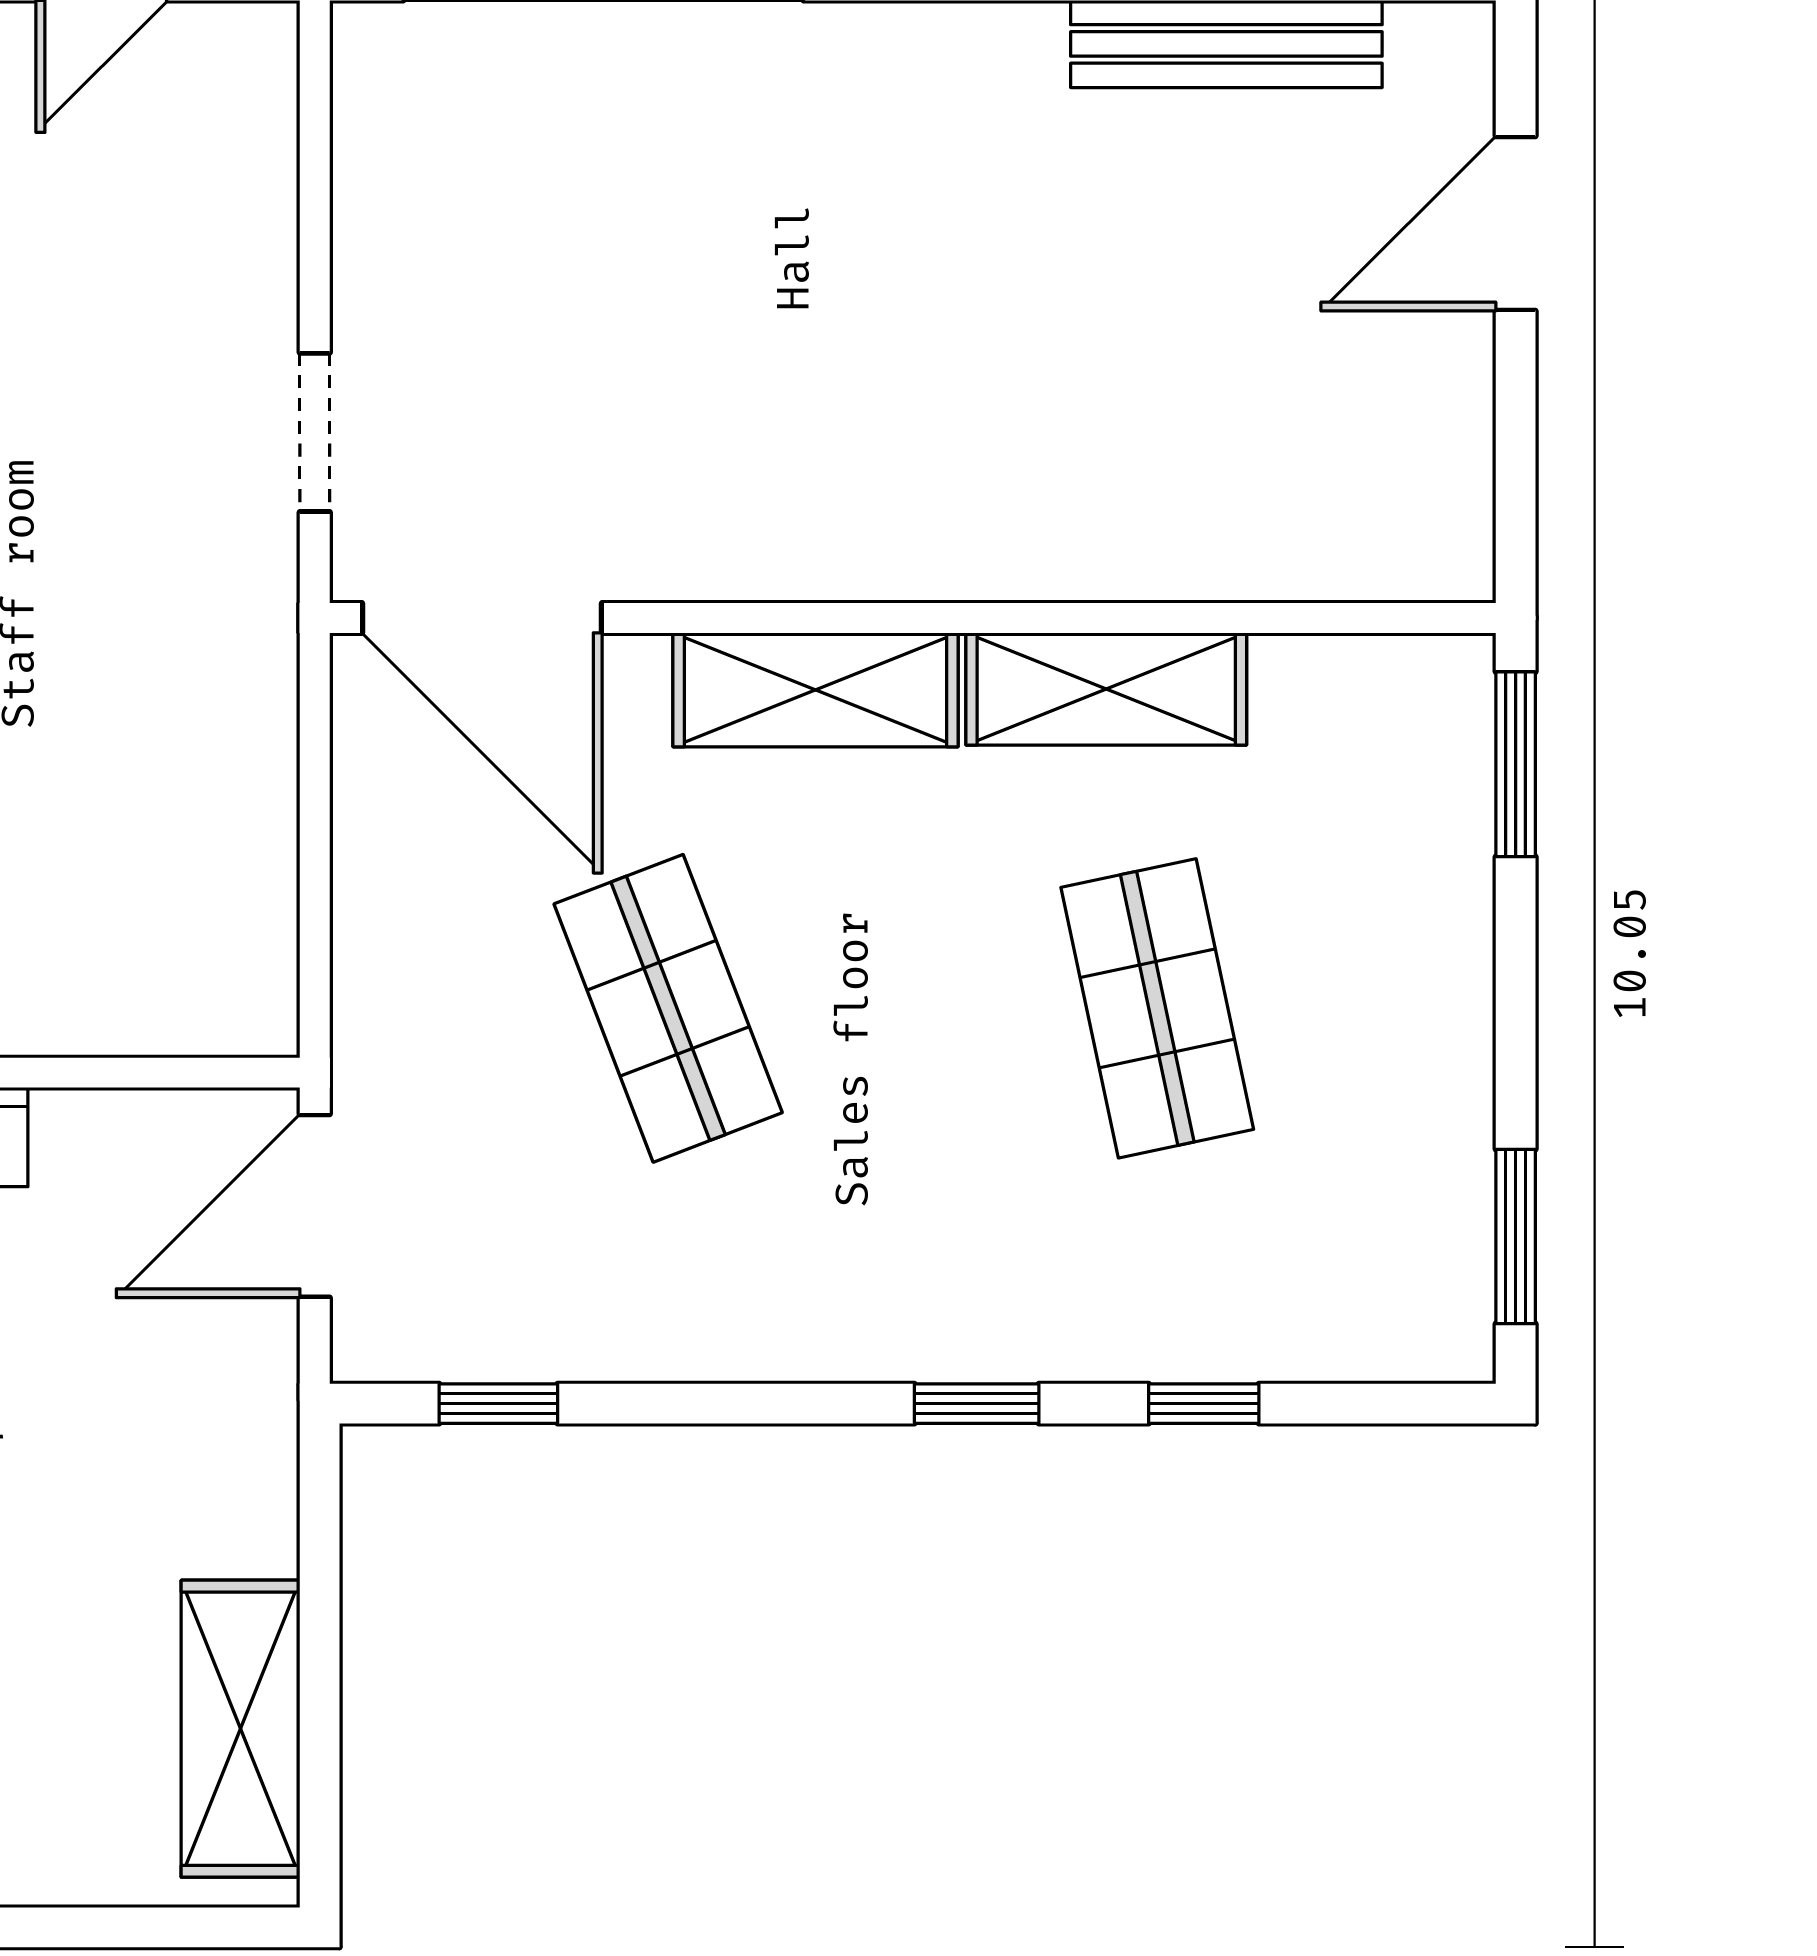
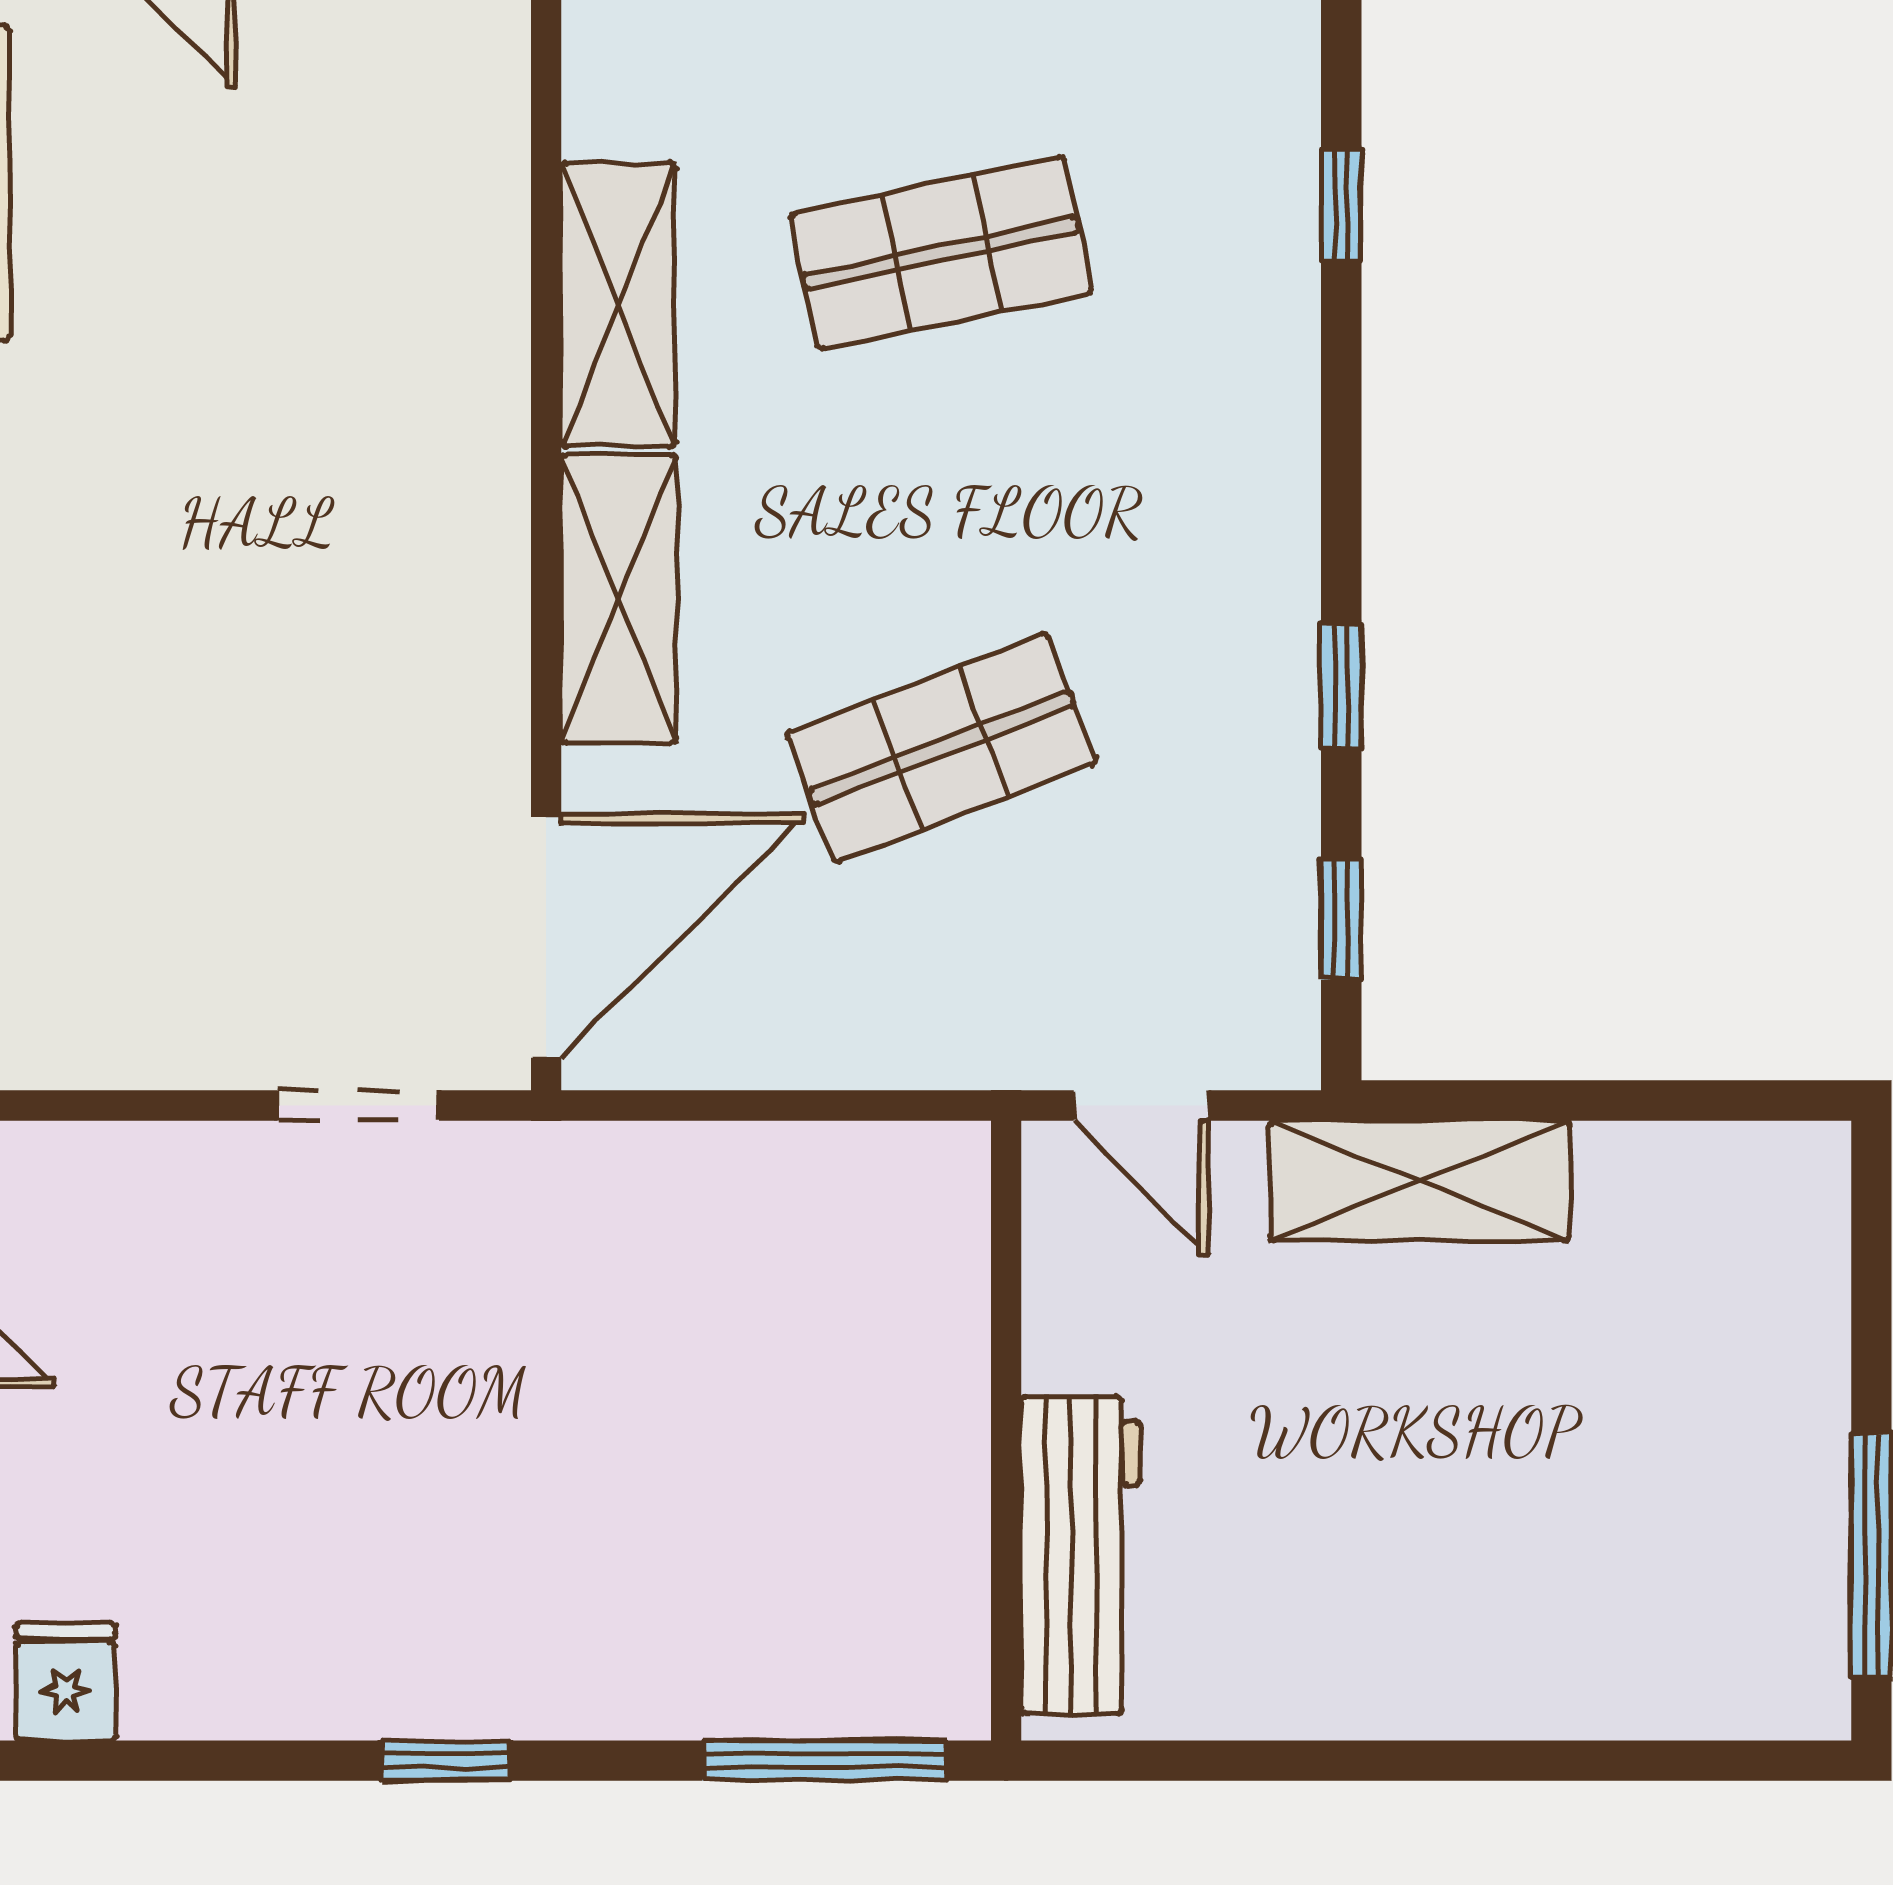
door: (315, 1206) -> (1141, 1106), width x0.73
window: (977, 1404) -> (1341, 686), moved
shelving: (241, 1729) -> (1420, 1181), moved

